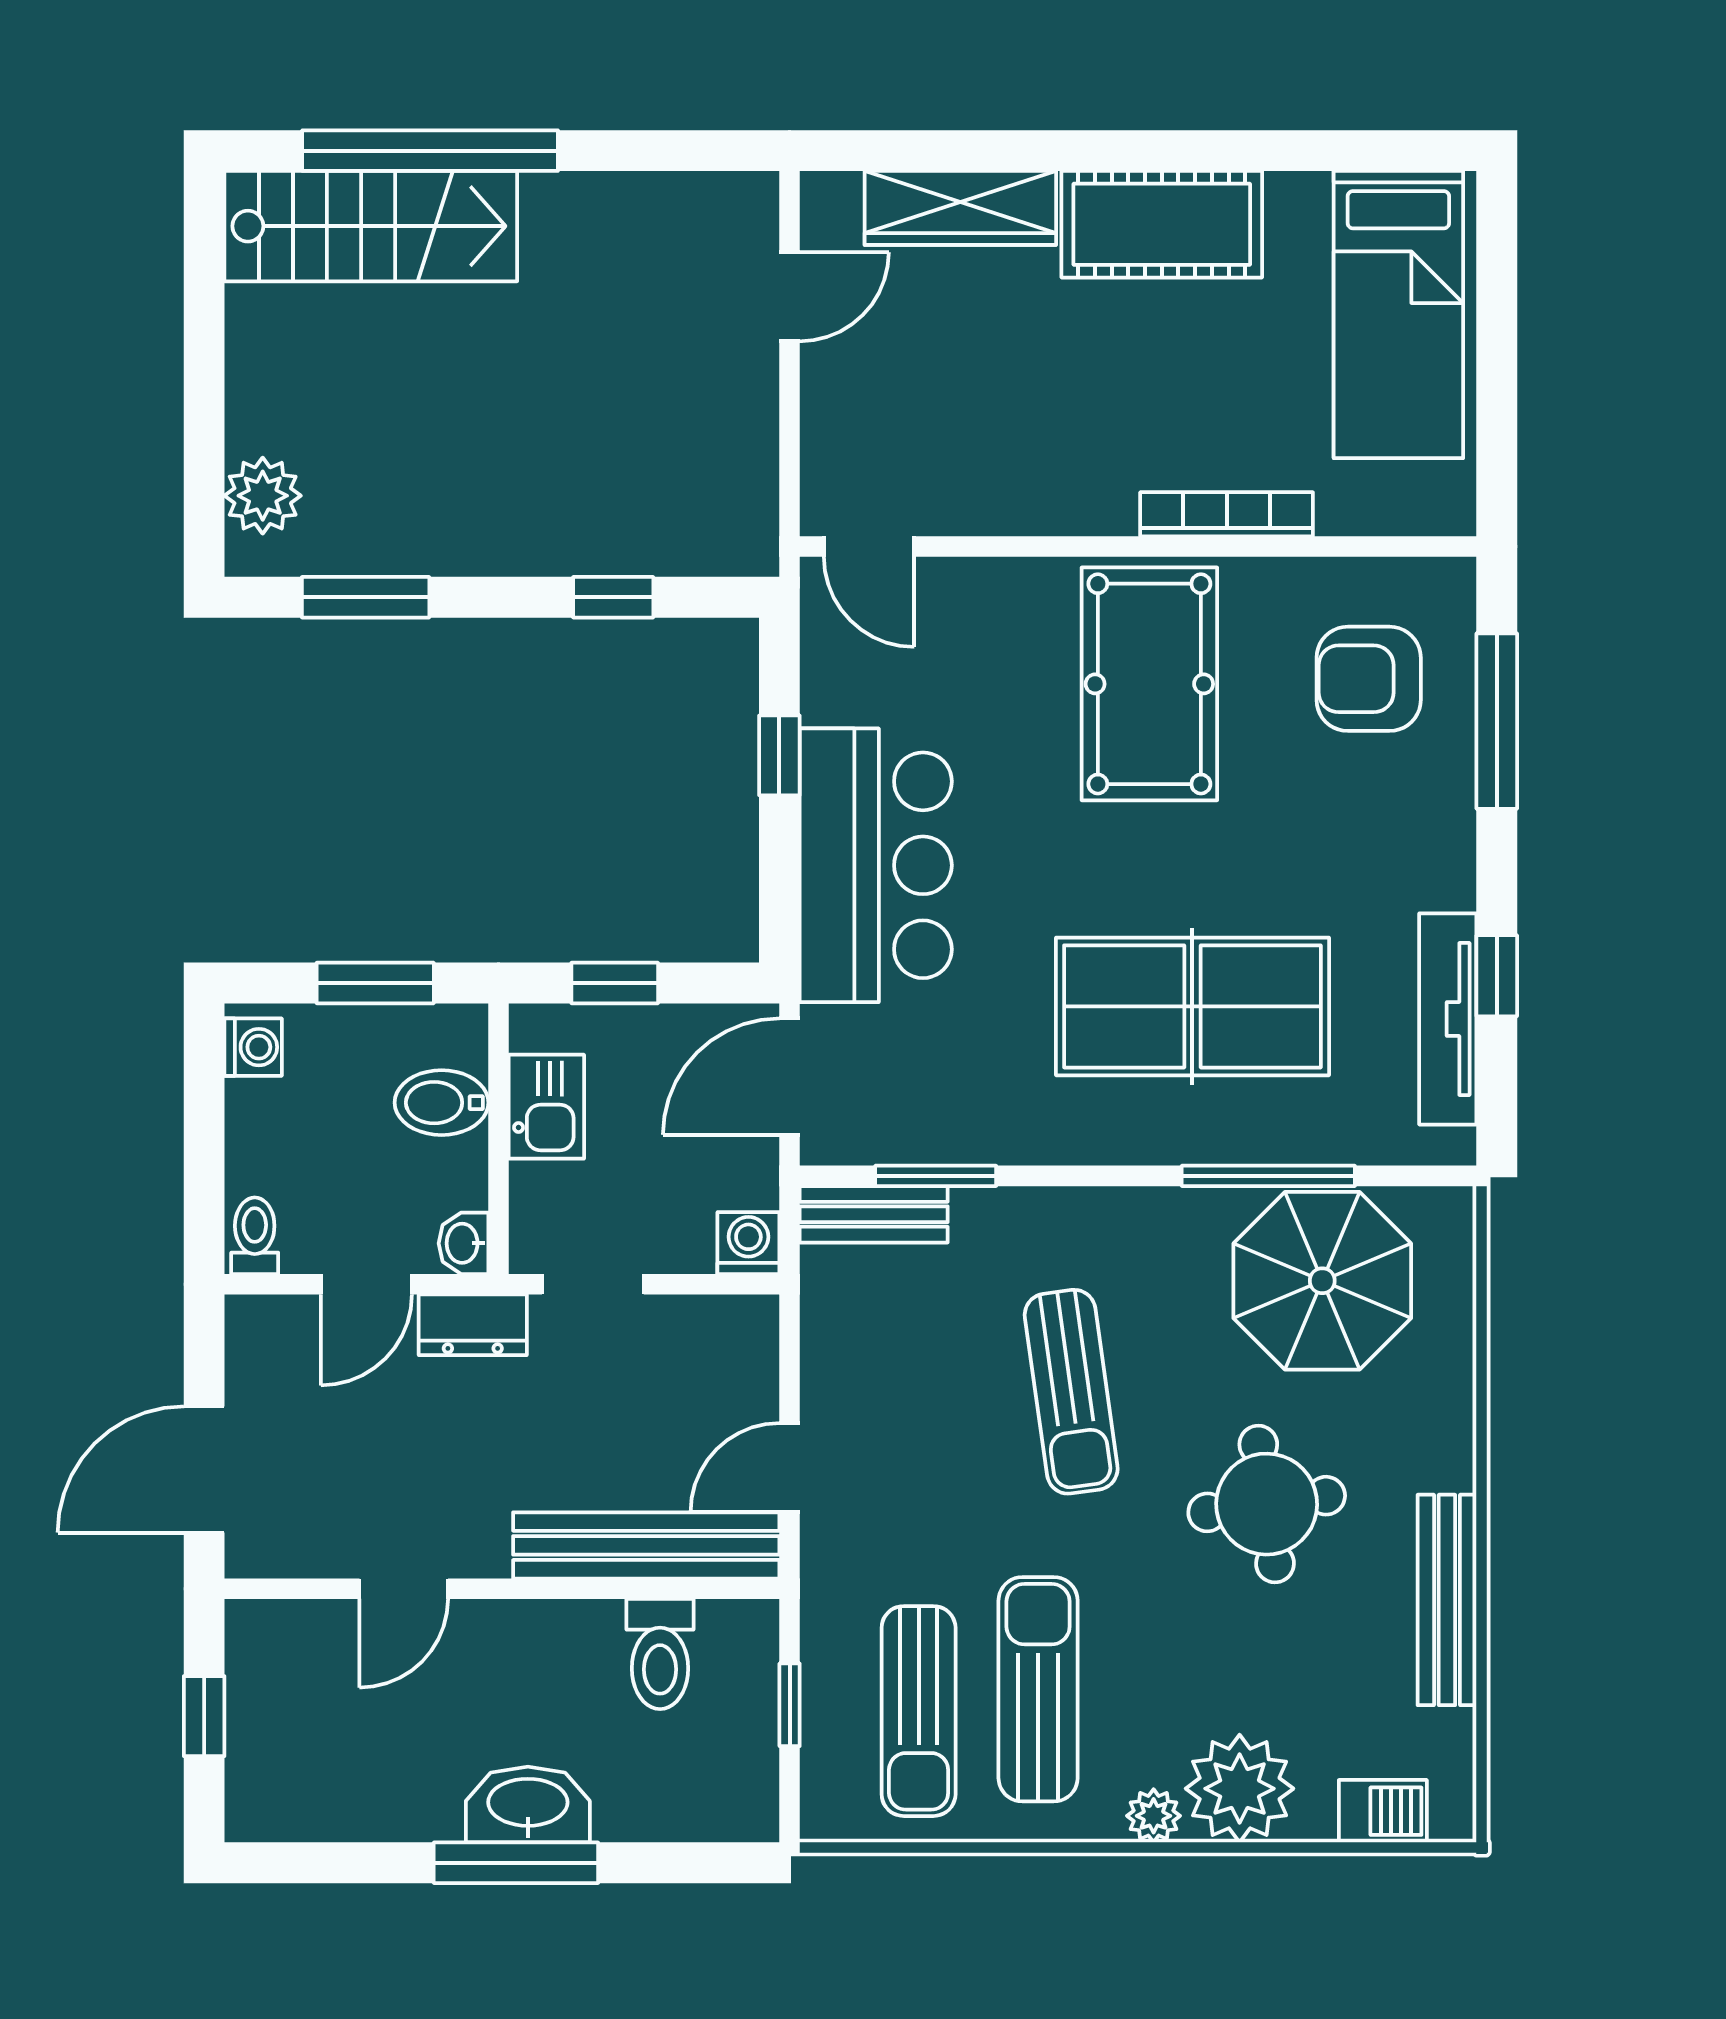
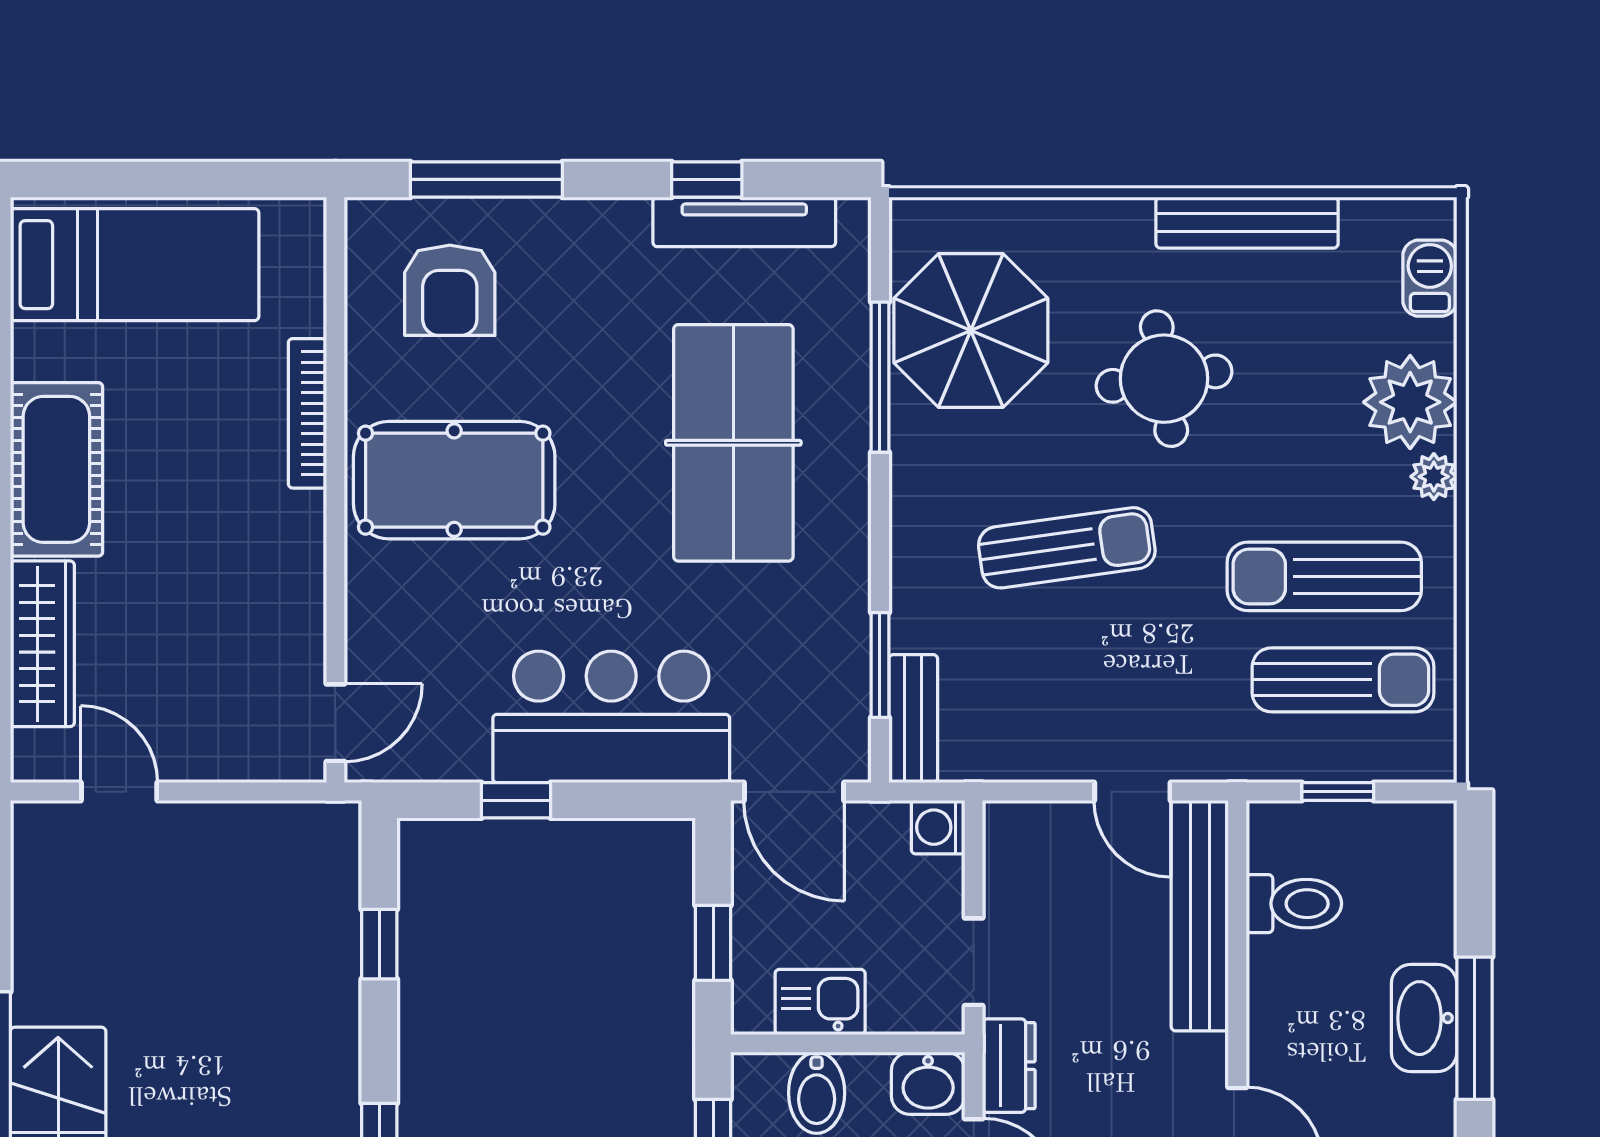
washbasin: (464, 1243) -> (928, 1083), width x1.38, depth x1.45

